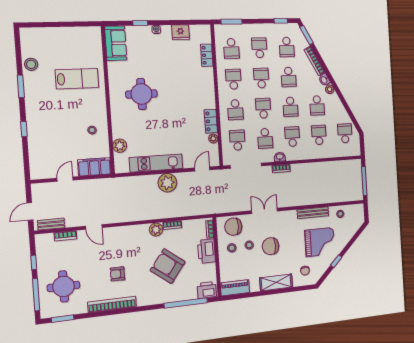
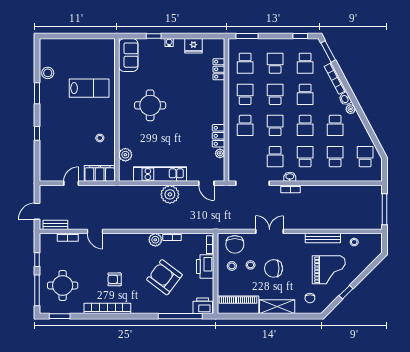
school desk: (237, 140) -> (245, 157), removed
door: (202, 169) -> (206, 183), swing flipped
chair: (233, 227) -> (235, 244), turned -90
piano: (235, 288) -> (238, 305), width x1.37, depth x1.33

